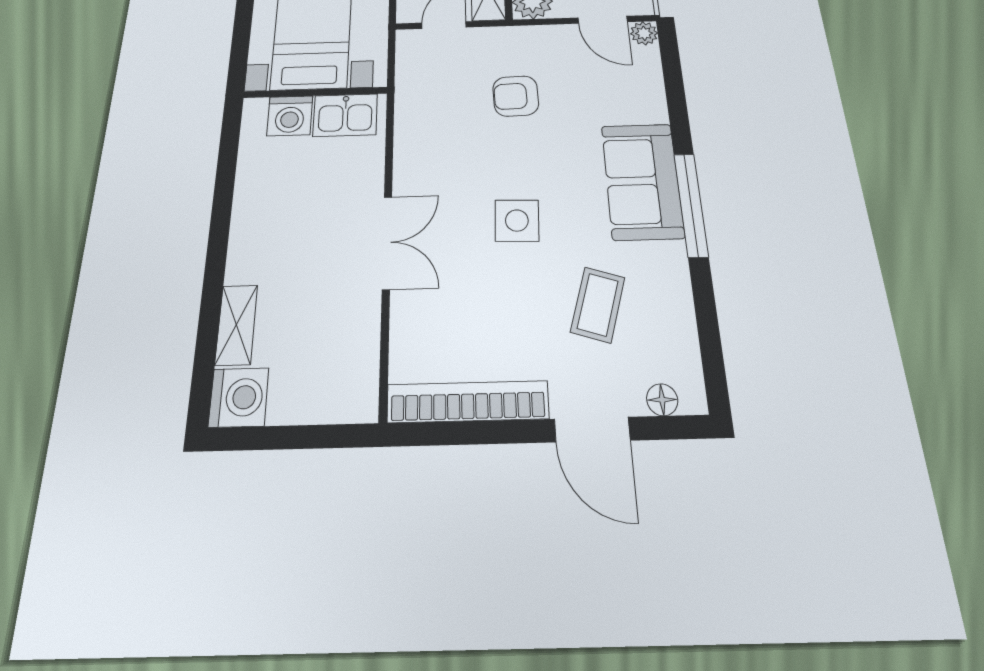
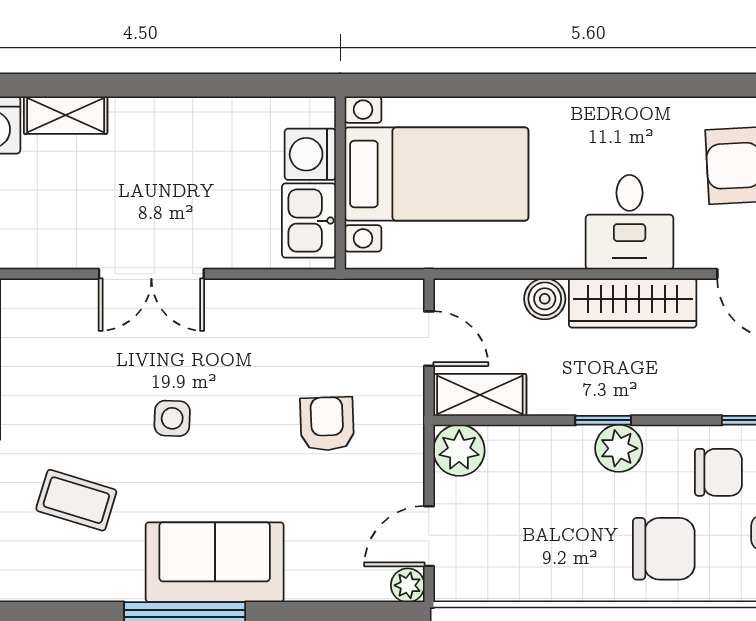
side table: (517, 221) -> (172, 418), width x0.73, depth x0.73

